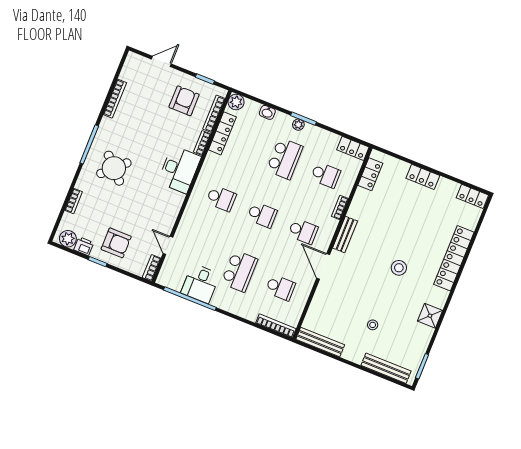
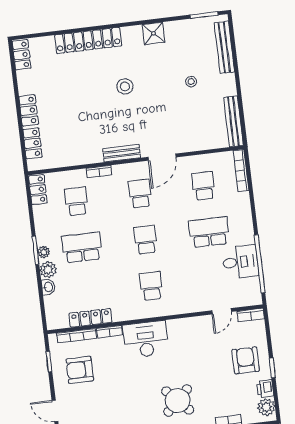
plant: (236, 102) -> (48, 270), moved
locker: (370, 174) -> (33, 143), moved, turned 90

